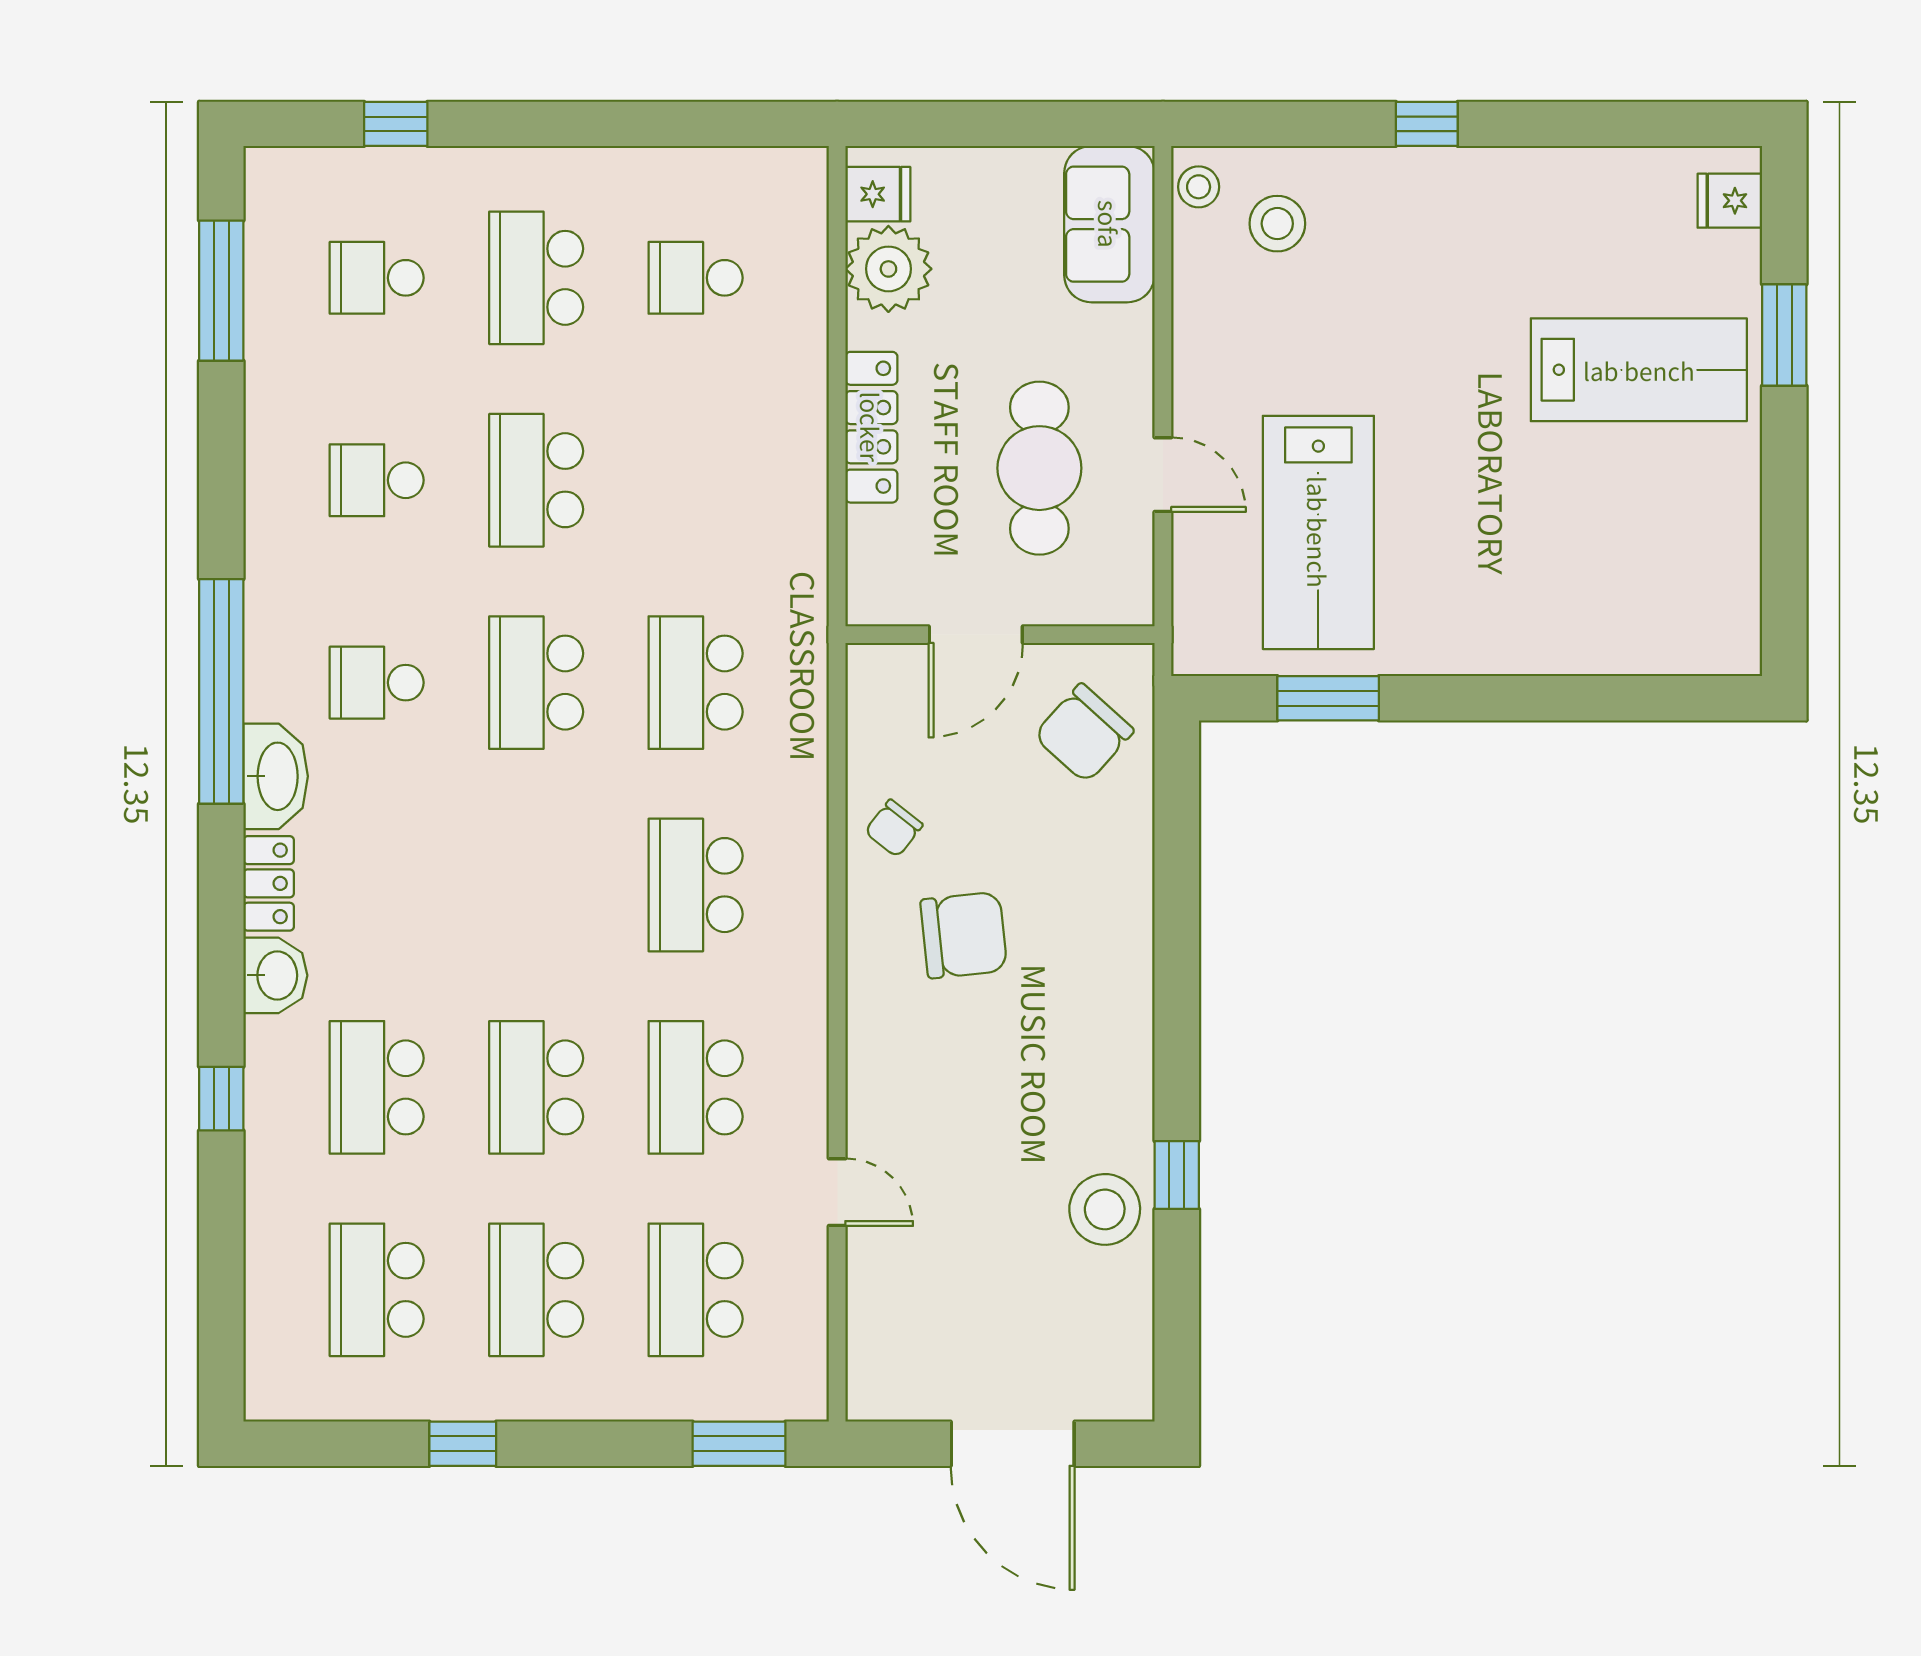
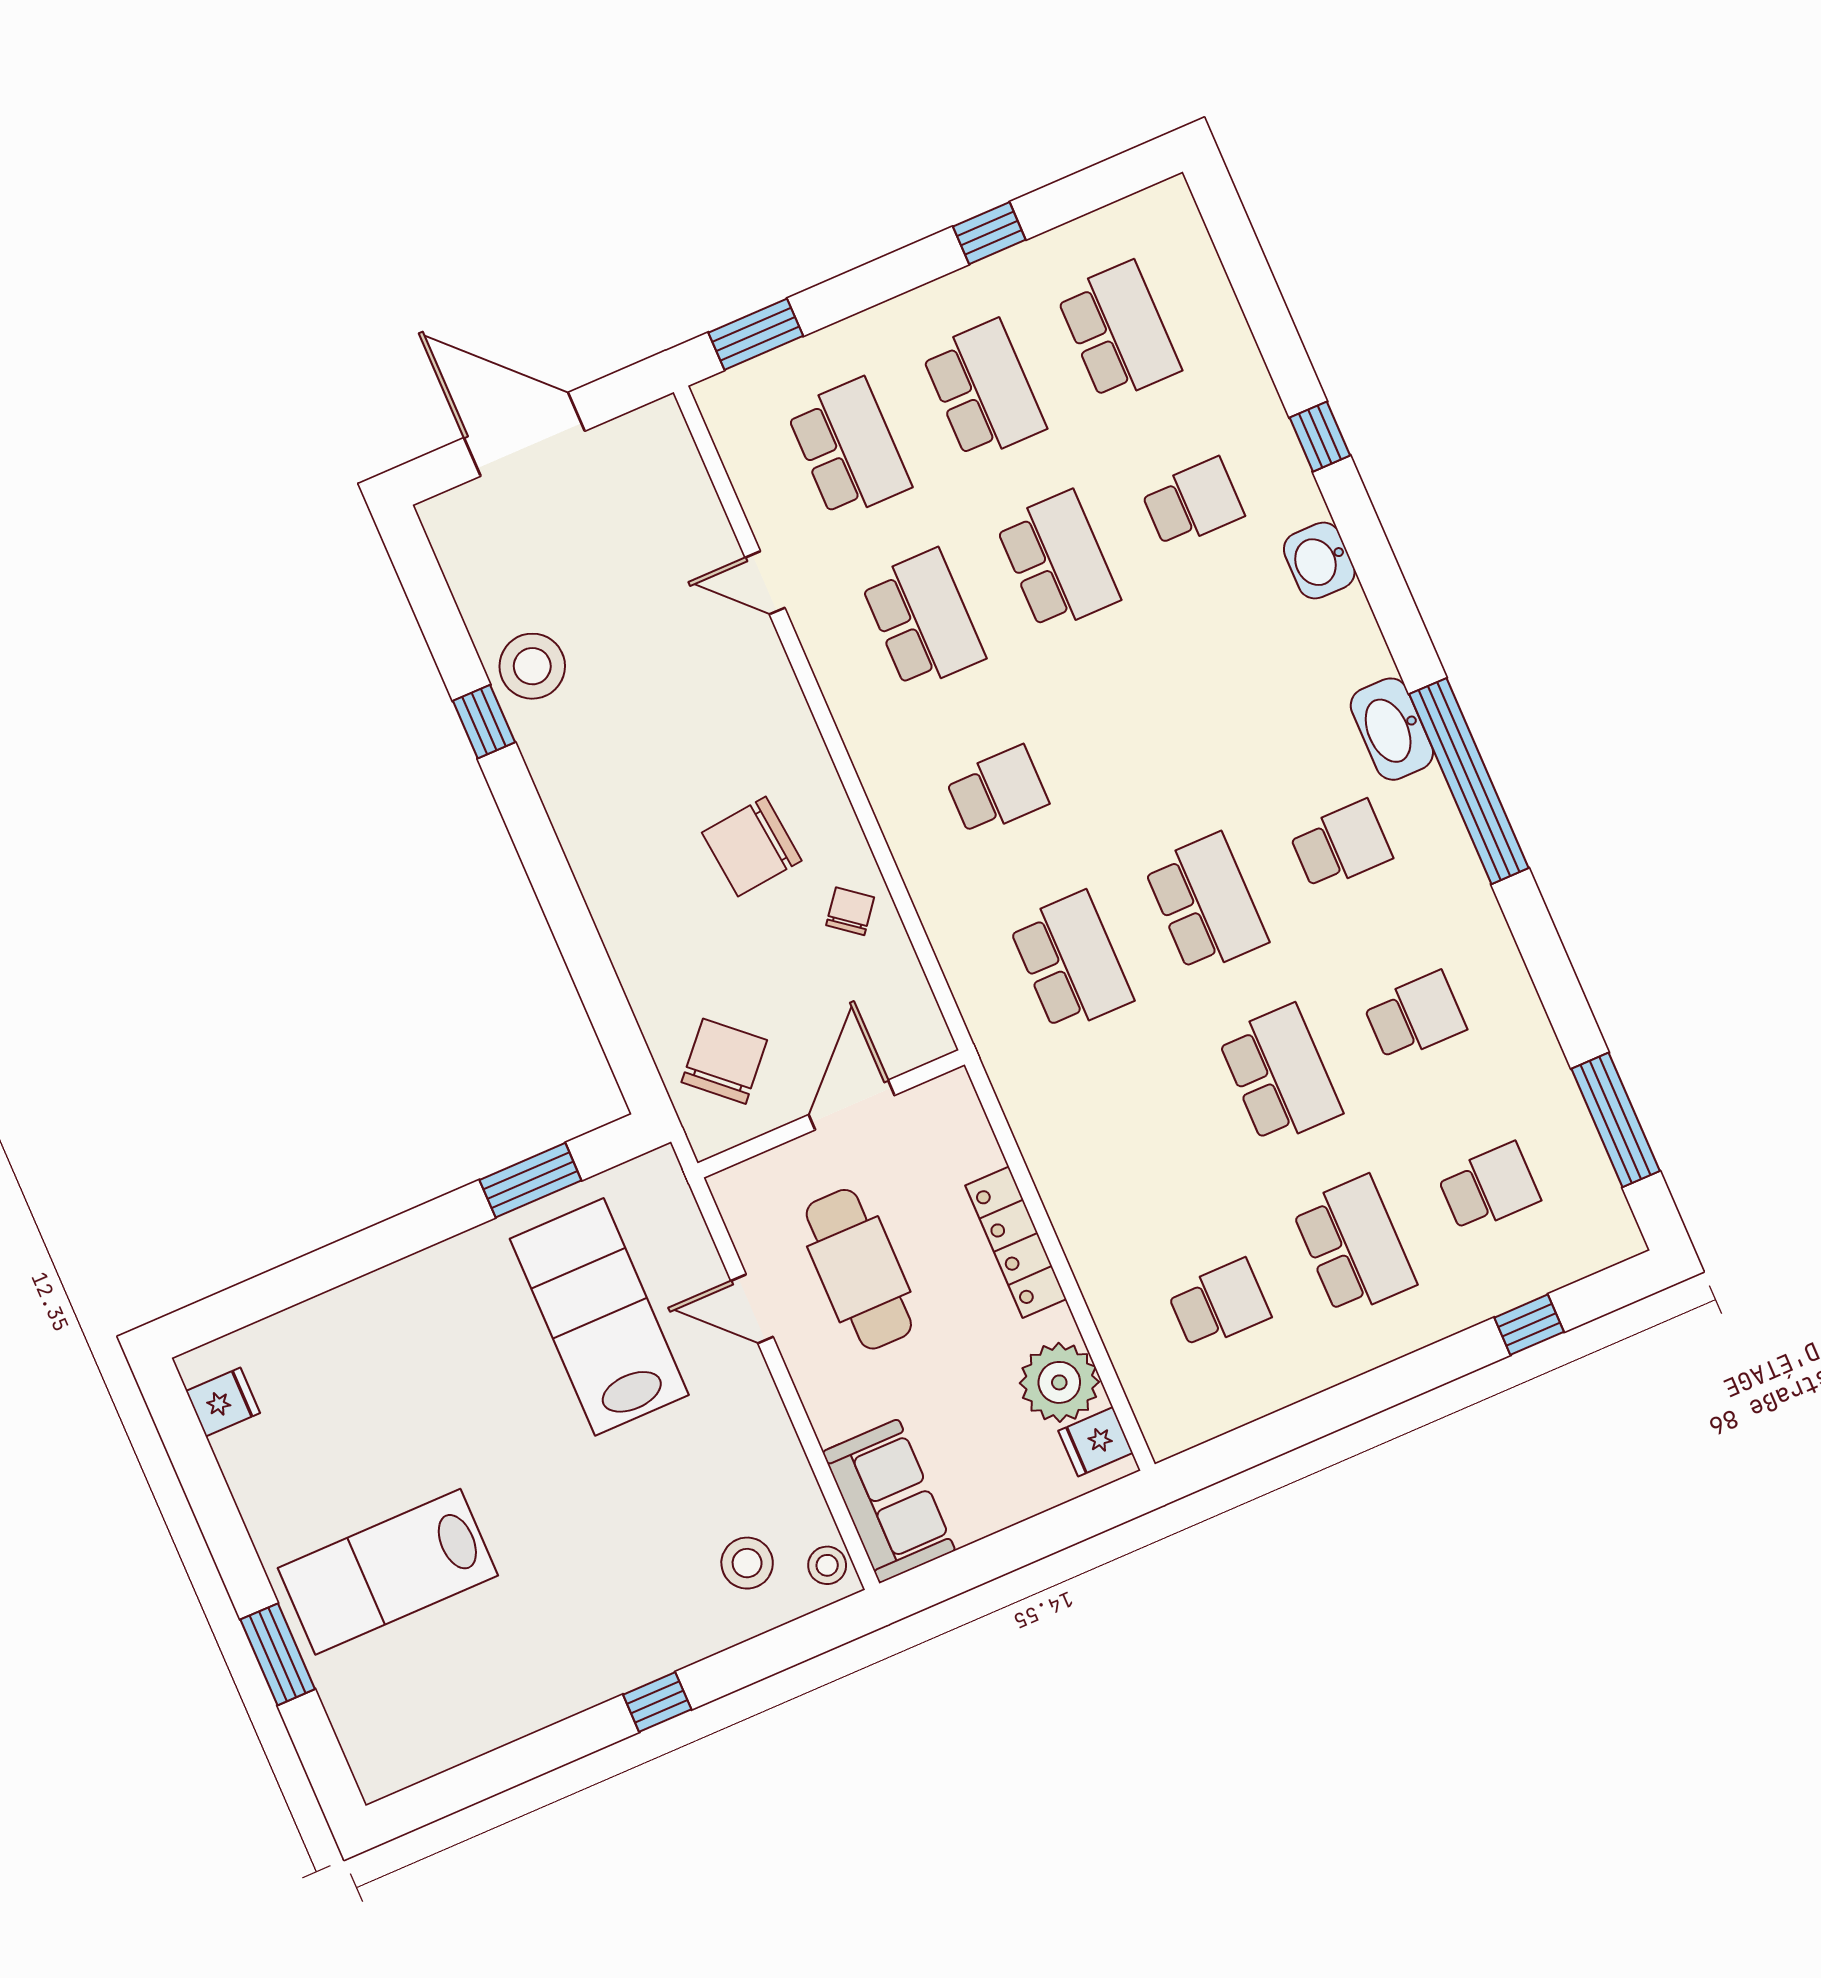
fridge: (1730, 201) -> (223, 1402), moved
locker: (269, 883) -> (1359, 636), removed
school desk: (696, 885) -> (997, 791), width x0.54
school desk: (377, 1087) -> (1193, 503), width x0.54

